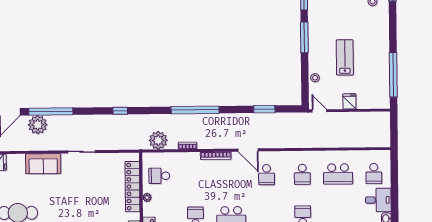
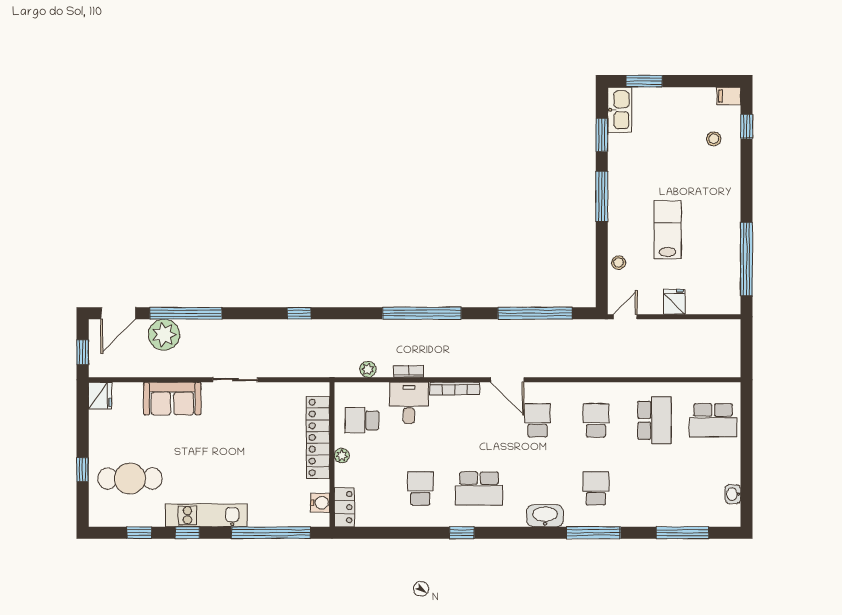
window: (264, 109) -> (535, 313), width x2.11
door: (319, 111) -> (625, 317), hinge flipped
plant: (158, 140) -> (368, 369), width x0.53, depth x0.53
school desk: (302, 174) -> (596, 420), turned 180
school desk: (338, 174) -> (655, 420), turned -90
school desk: (374, 174) -> (713, 420), width x1.85
school desk: (267, 175) -> (538, 420), turned 180
desk: (378, 200) -> (409, 403), moved, turned -90

